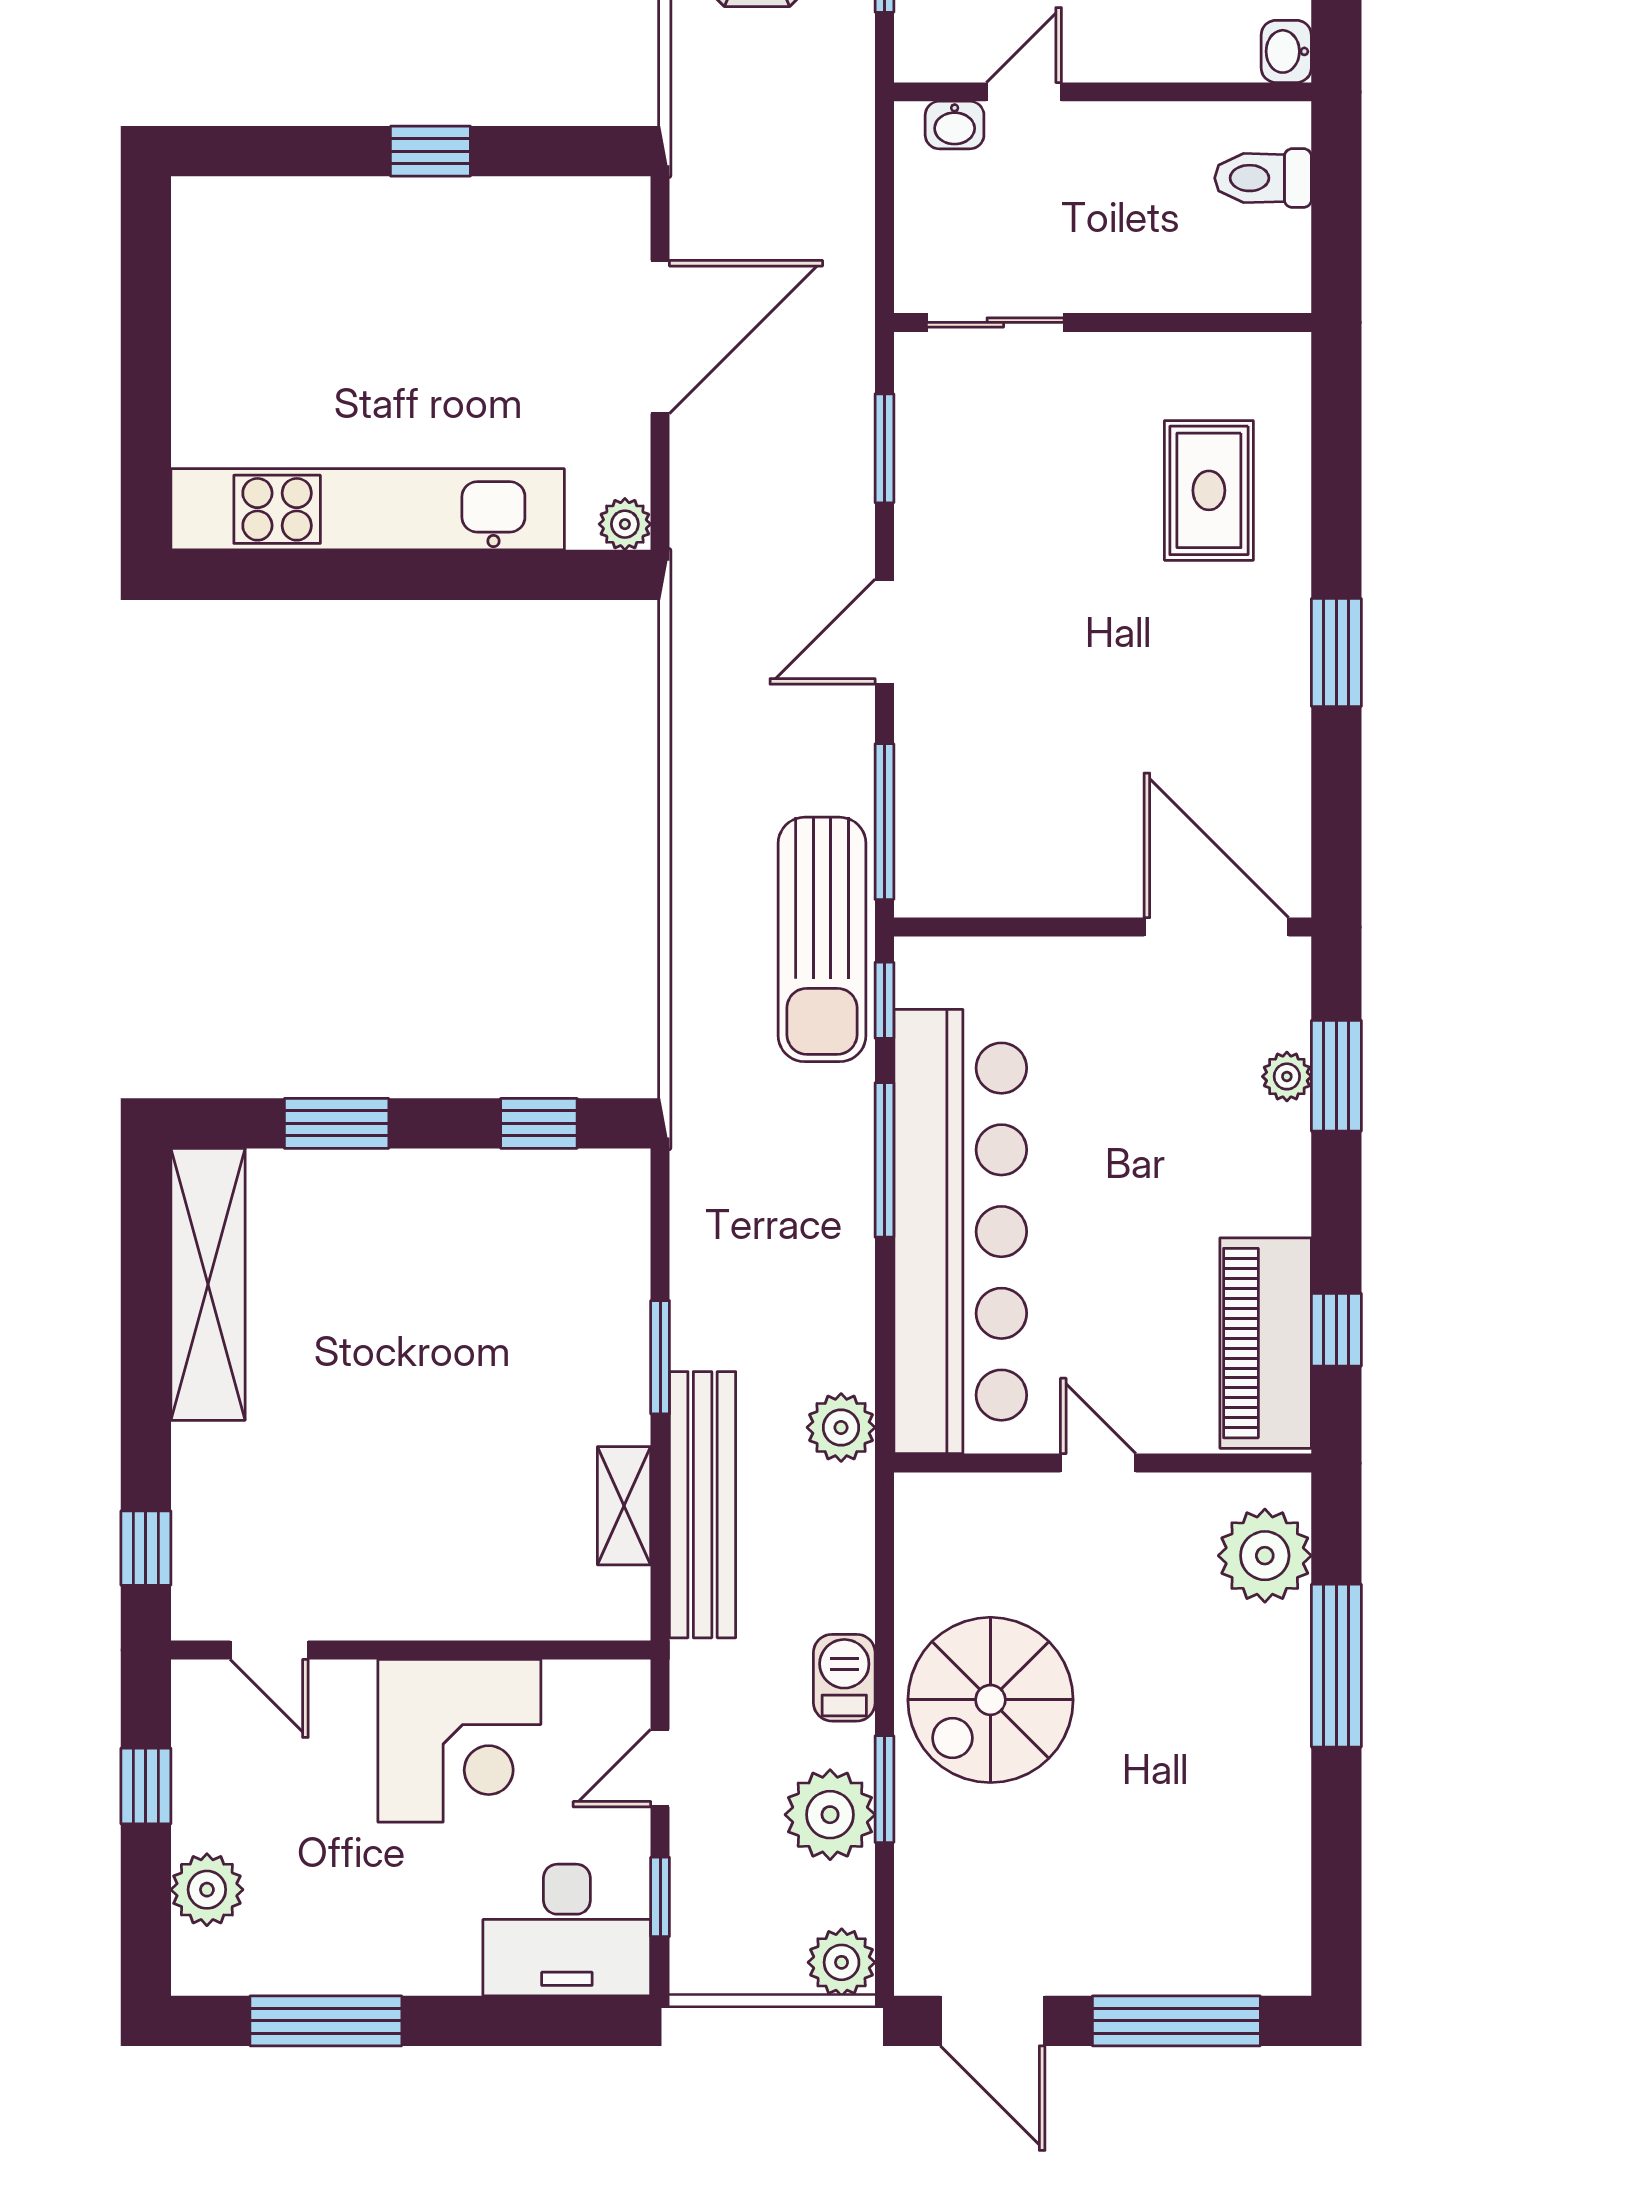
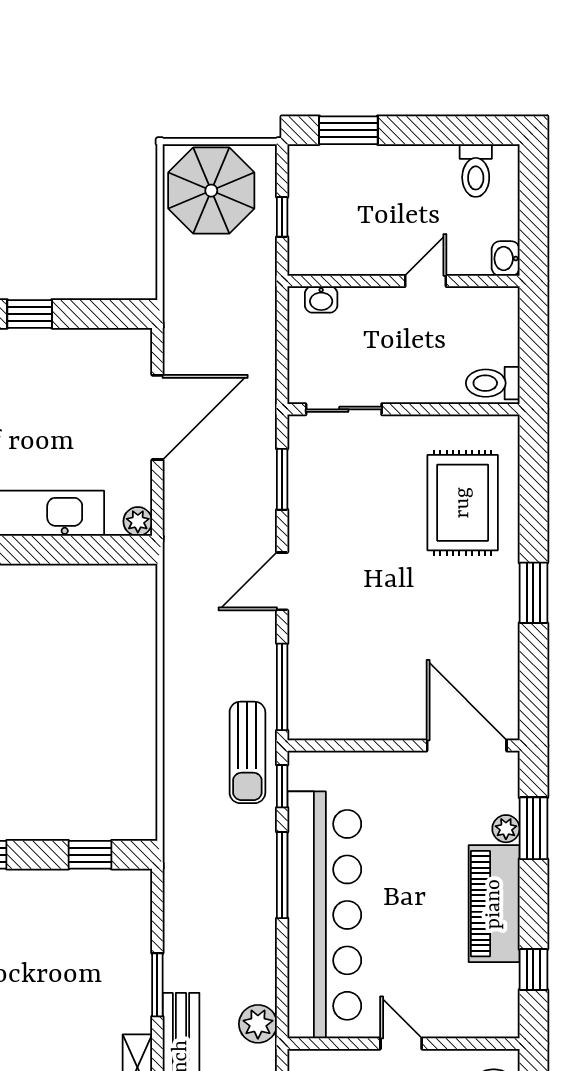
door: (1024, 92) -> (426, 281), moved
toilet: (1263, 178) -> (493, 383), moved
rug: (1209, 490) -> (463, 503), width x1.36, depth x1.43
sun lounger: (822, 939) -> (247, 752), width x0.73, depth x0.75
piano: (1266, 1343) -> (494, 904), moved

